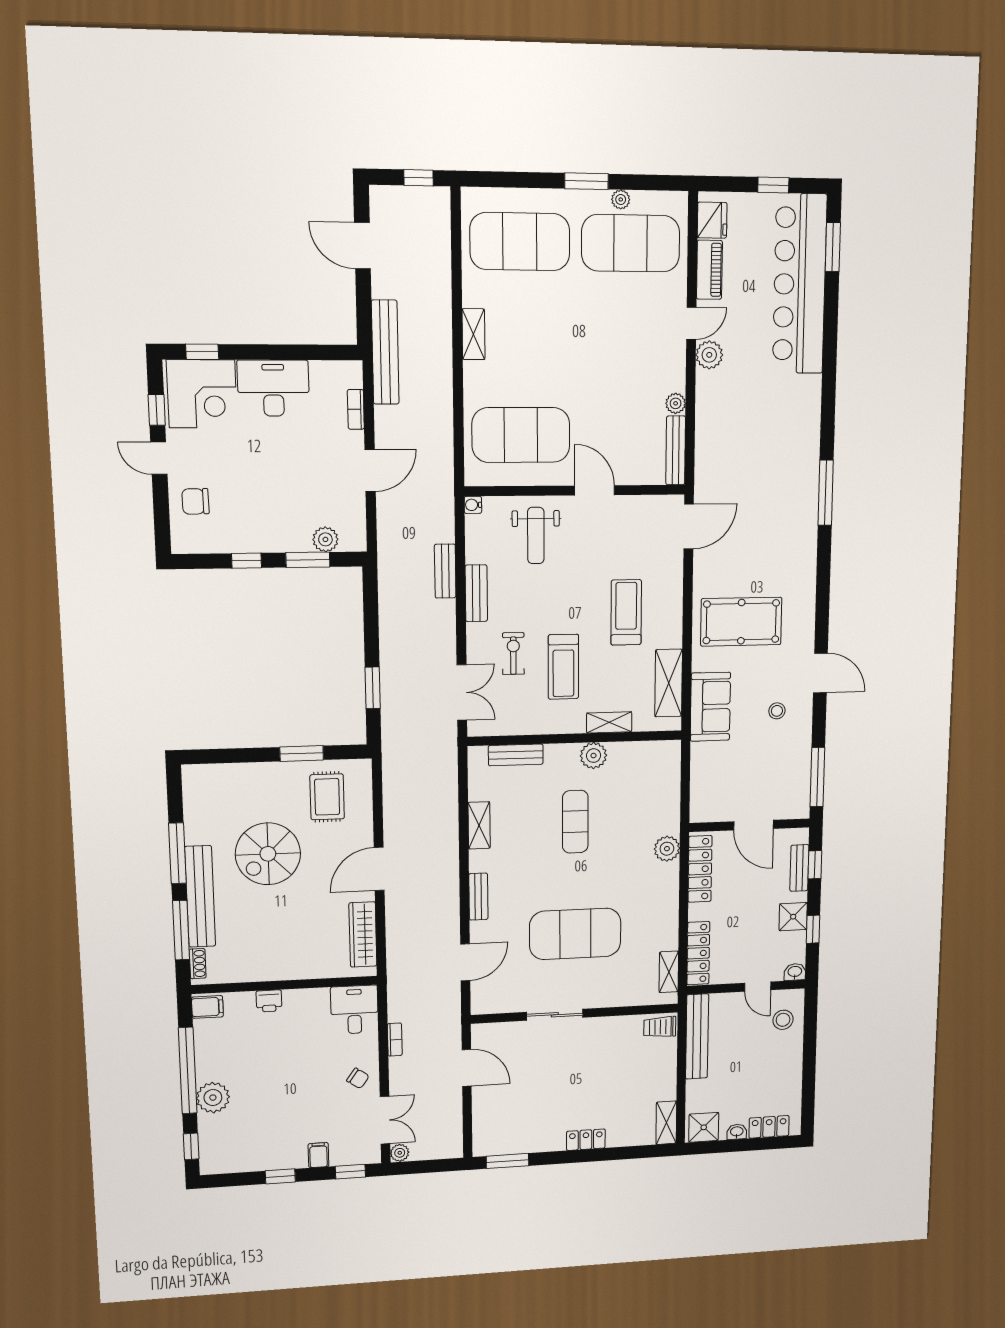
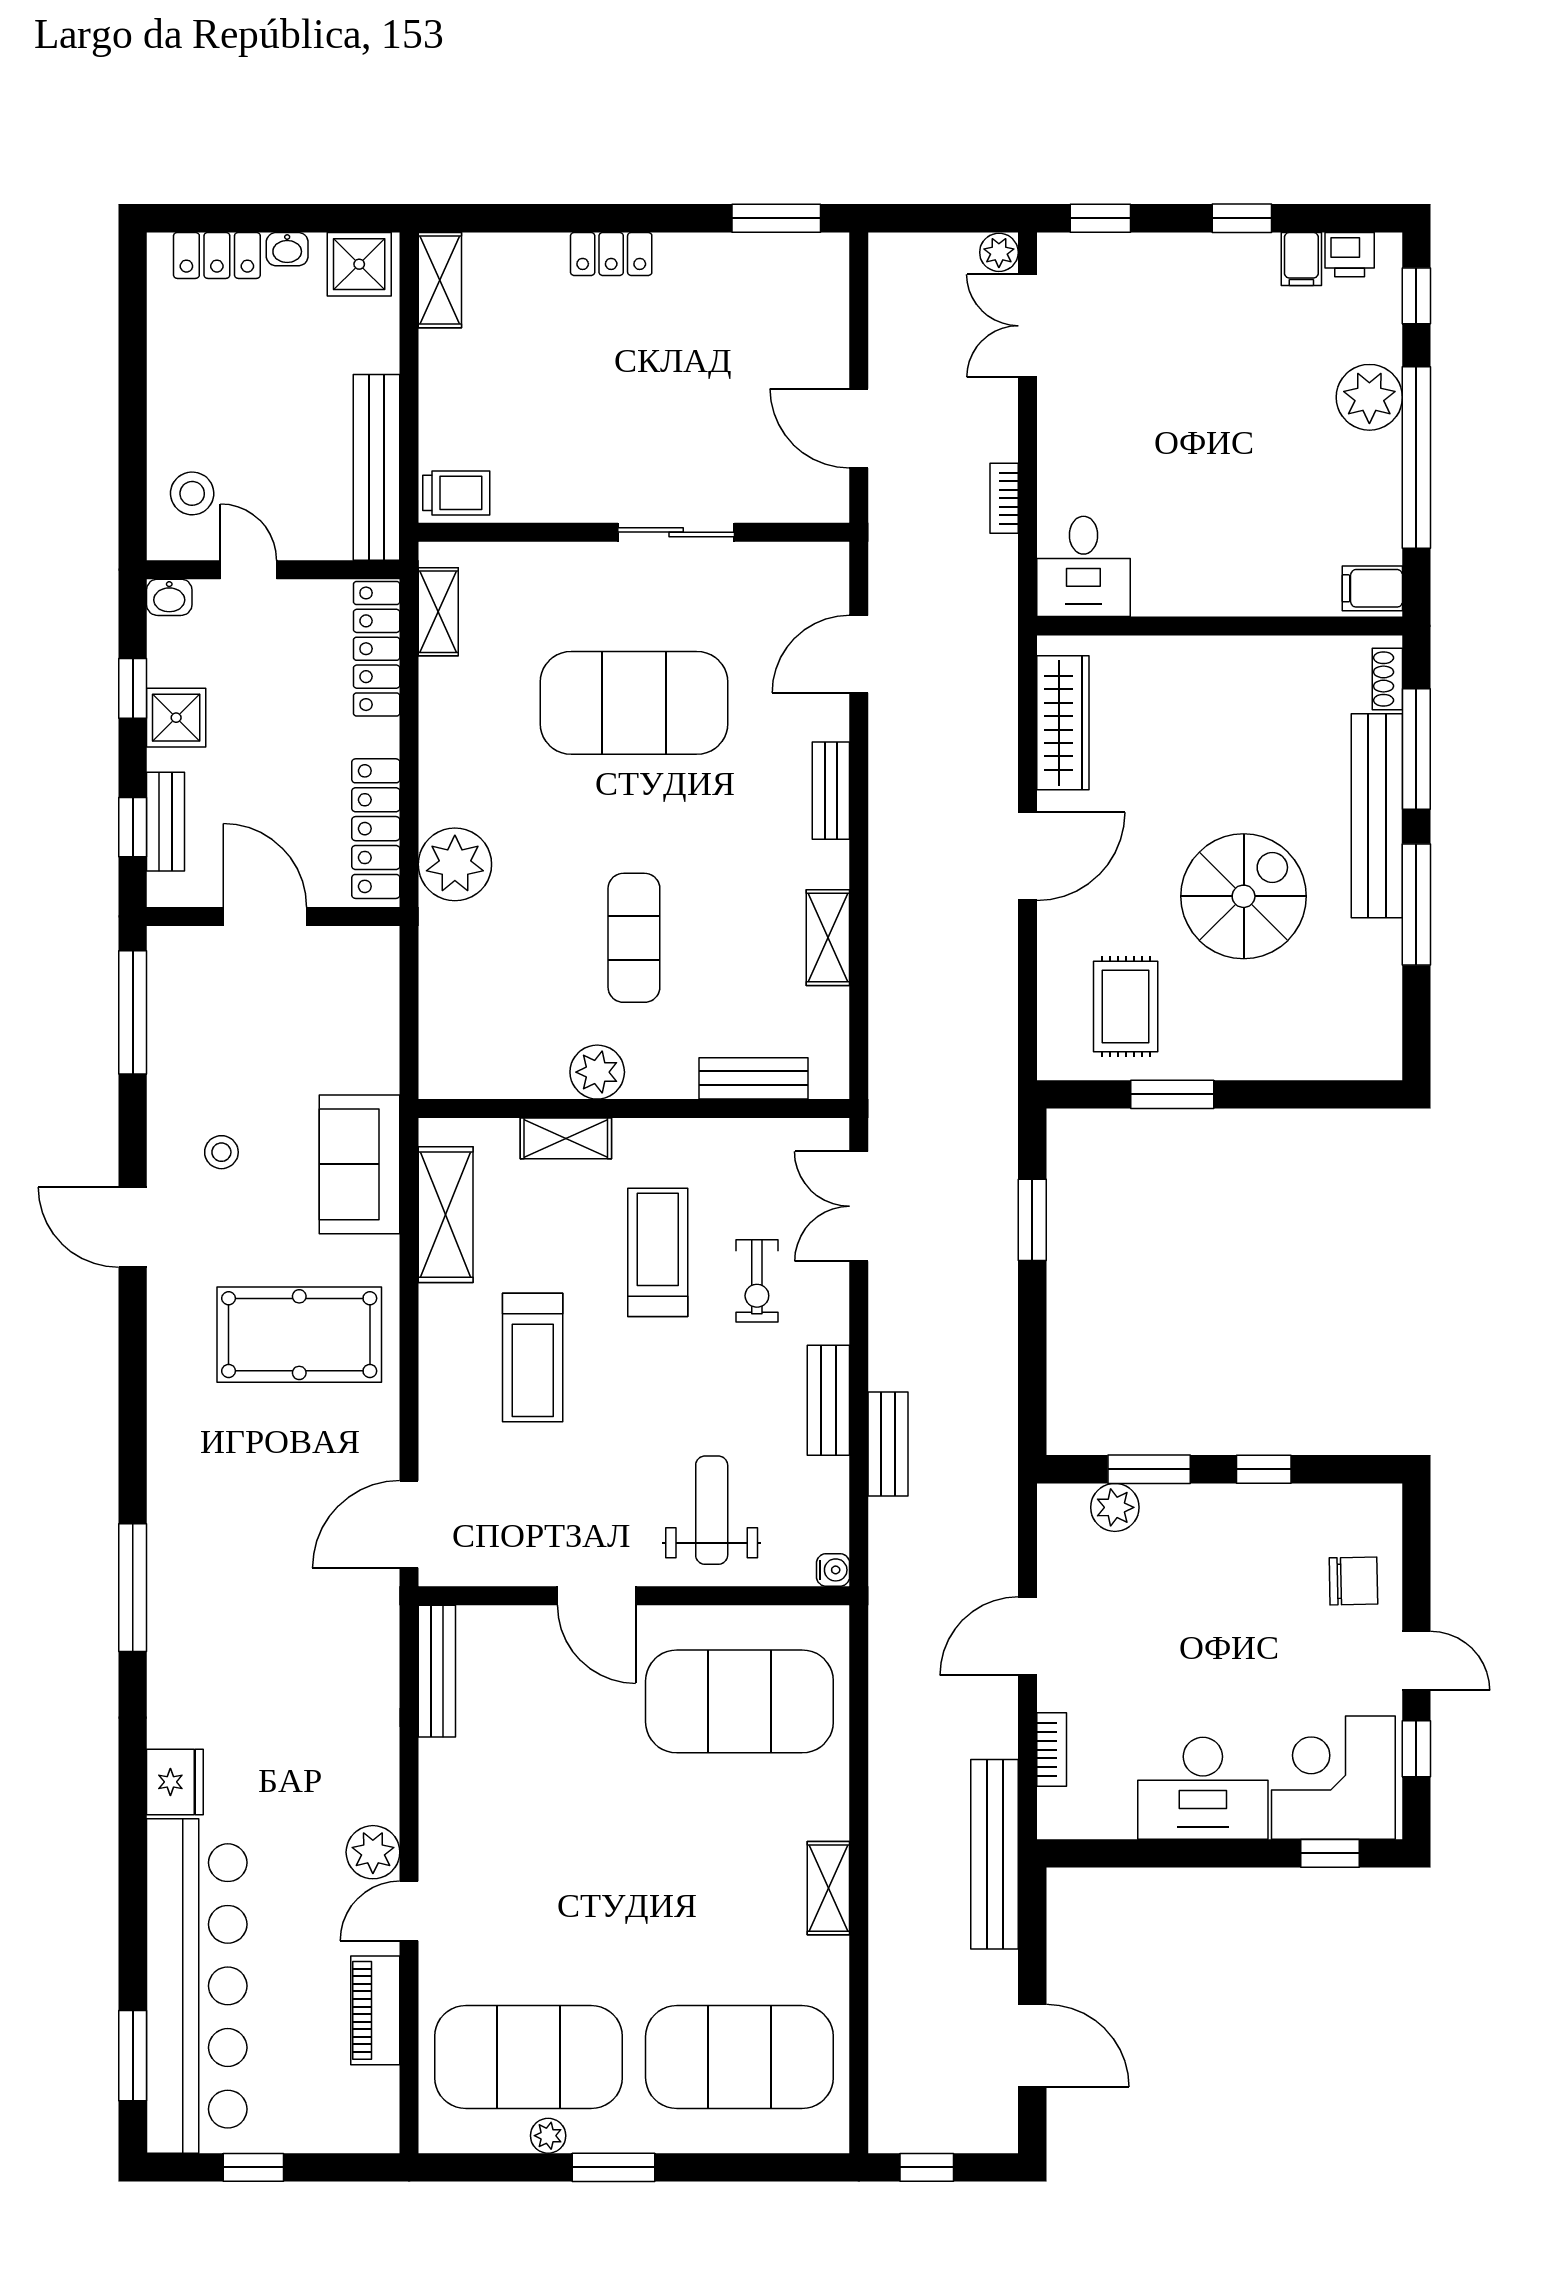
fridge: (712, 220) -> (175, 1782), moved, turned 180
plant: (676, 403) -> (438, 1761), removed
plant: (667, 849) -> (455, 864), width x1.36, depth x1.36
printer: (269, 1001) -> (1350, 255), moved, turned 180
chair: (358, 1078) -> (1080, 420), removed
filing cabinet: (318, 1155) -> (1301, 259), moved

